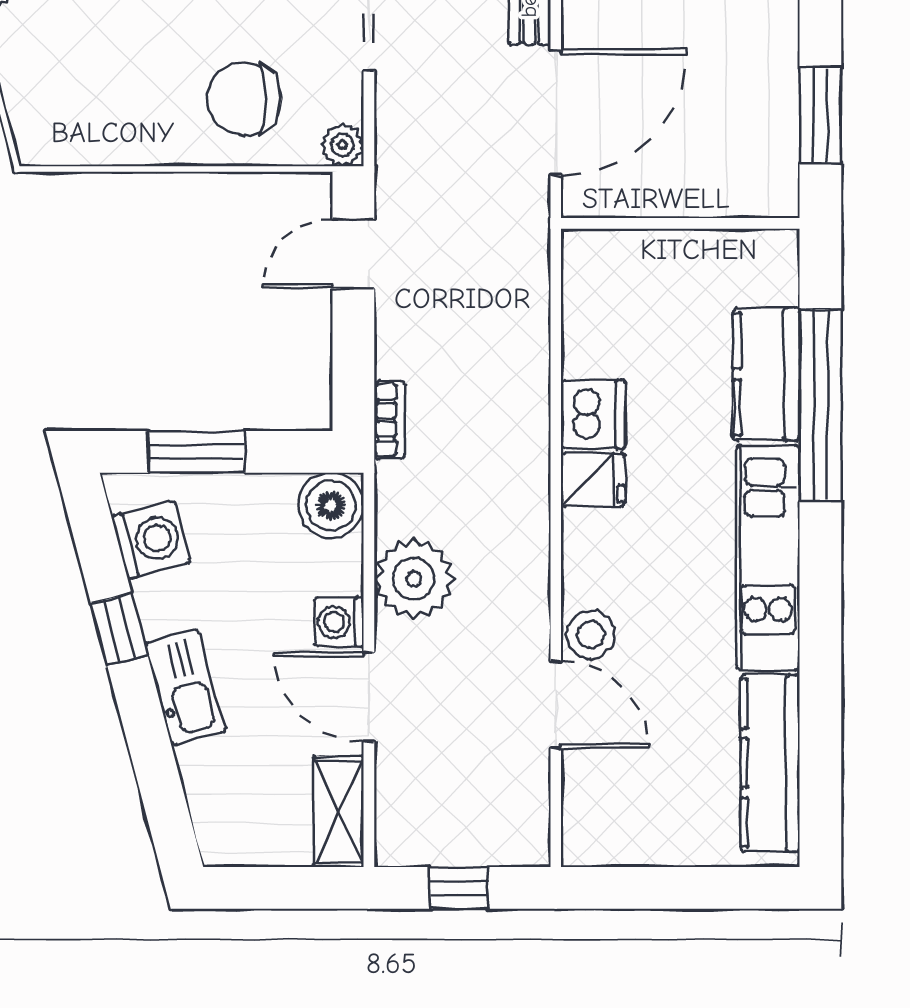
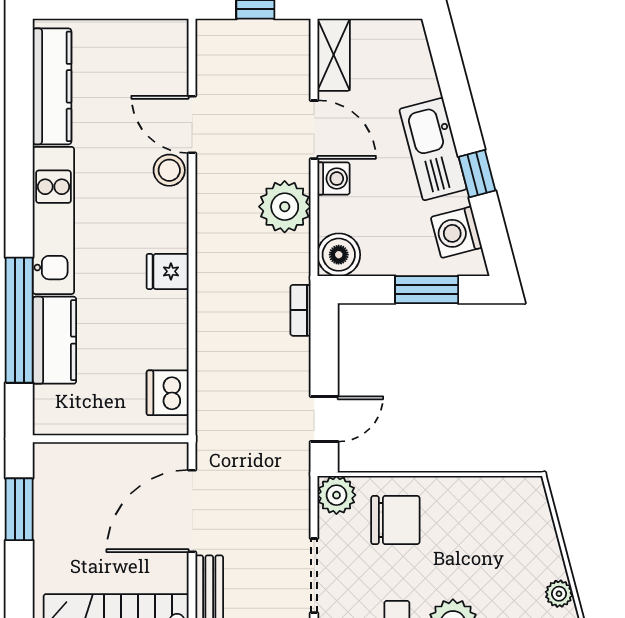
plant: (342, 145) -> (336, 495), width x1.38, depth x1.38
dishwasher: (593, 414) -> (168, 393), moved
kitchen sink: (185, 687) -> (433, 149), width x1.36, depth x1.24

